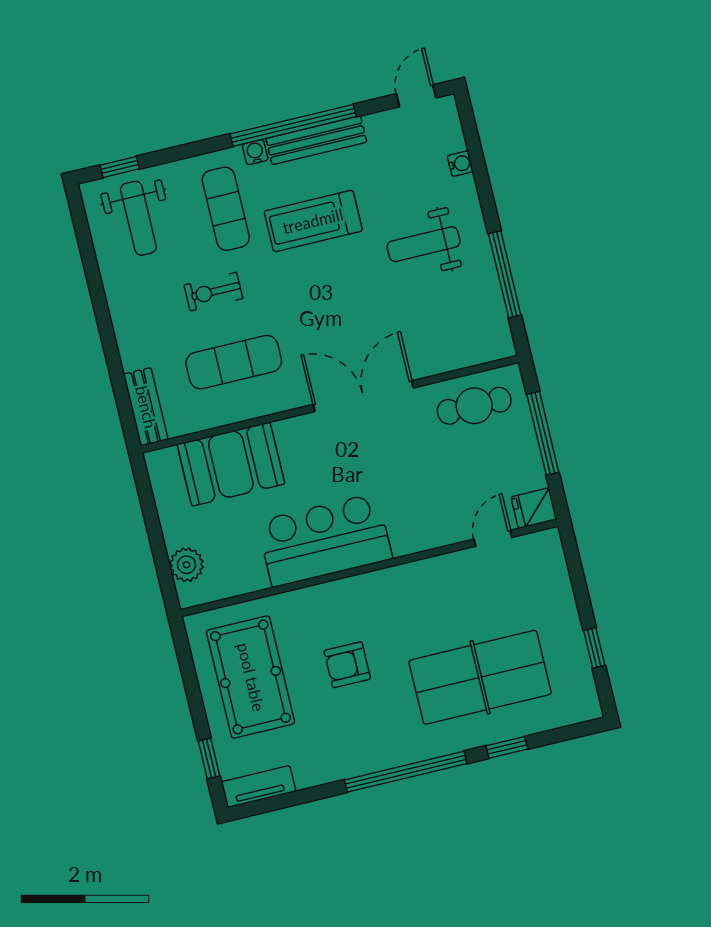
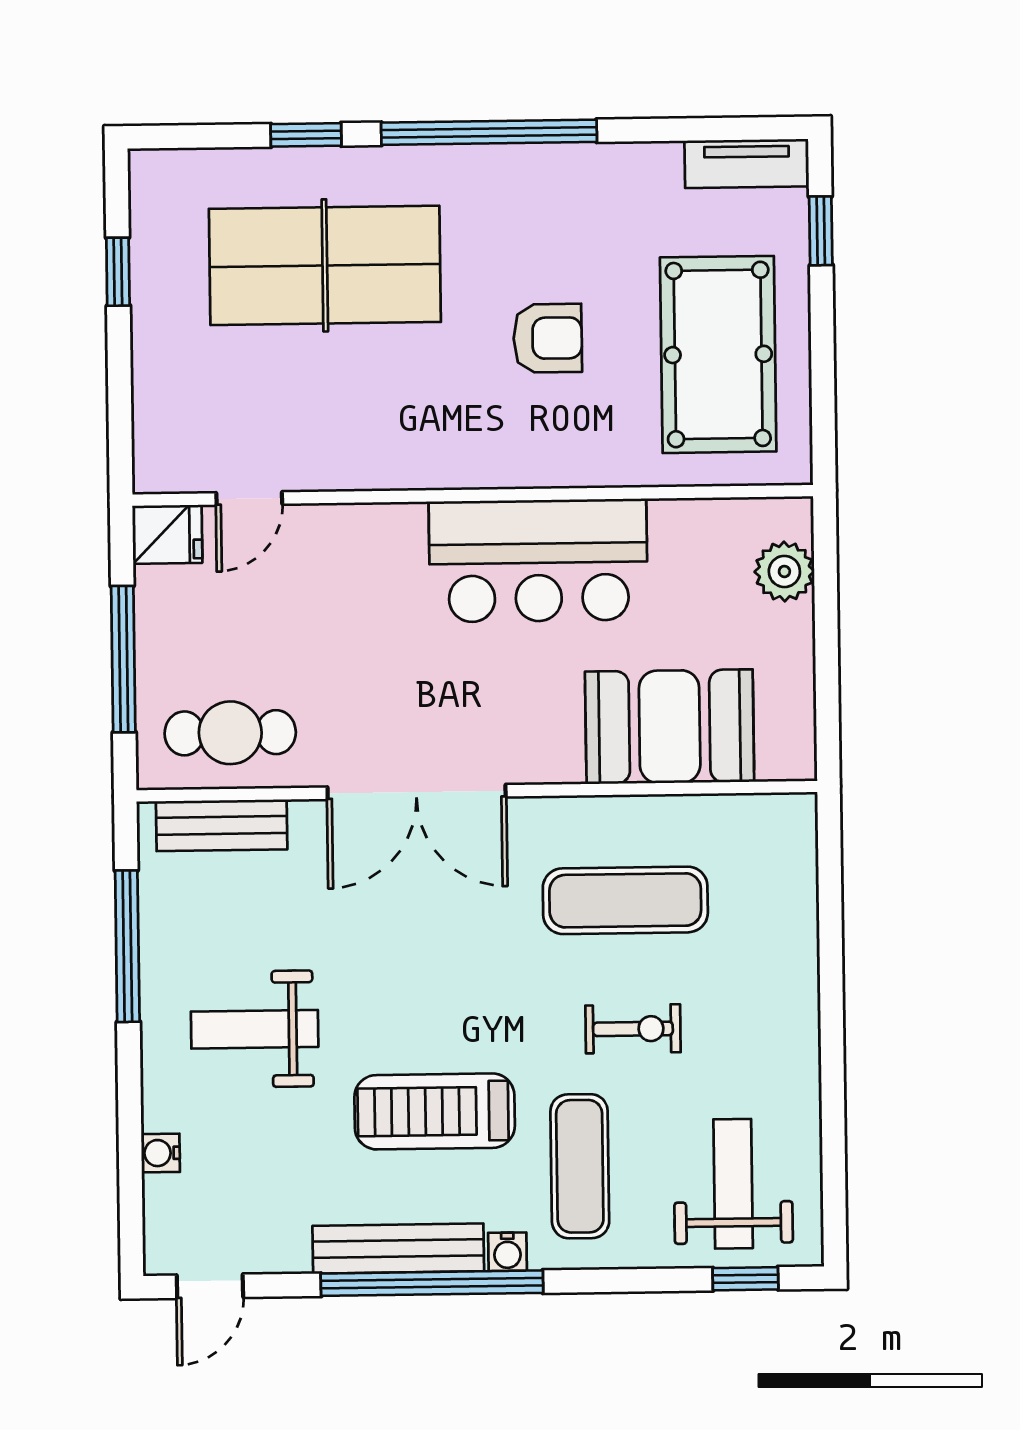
treadmill: (313, 221) -> (435, 1111), turned 180
weight bench: (424, 244) -> (255, 1029), turned 180
bench: (146, 407) -> (222, 825), moved, turned 90

